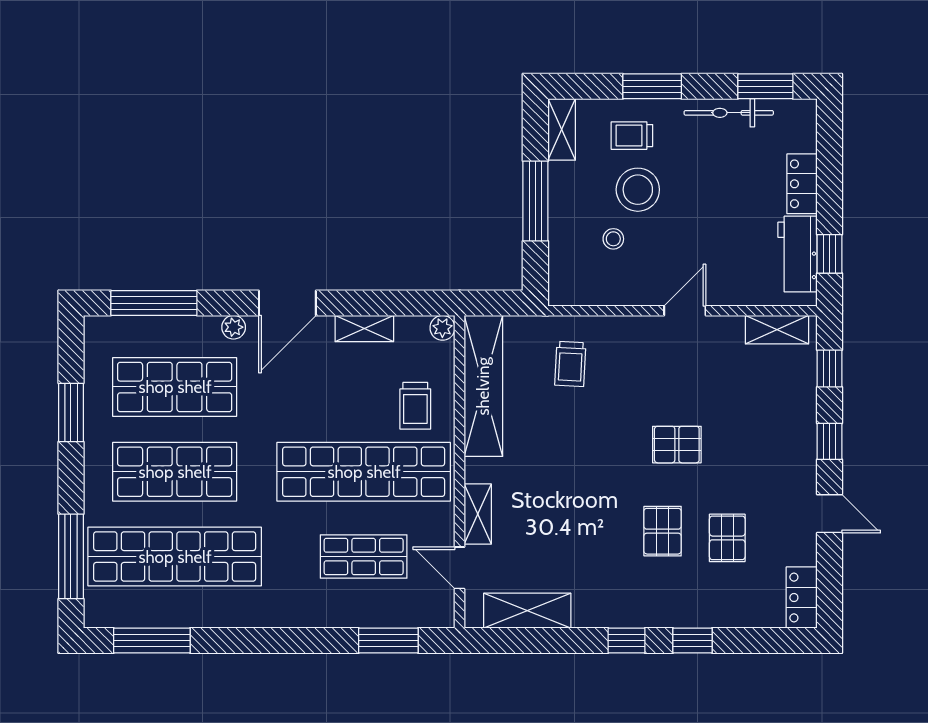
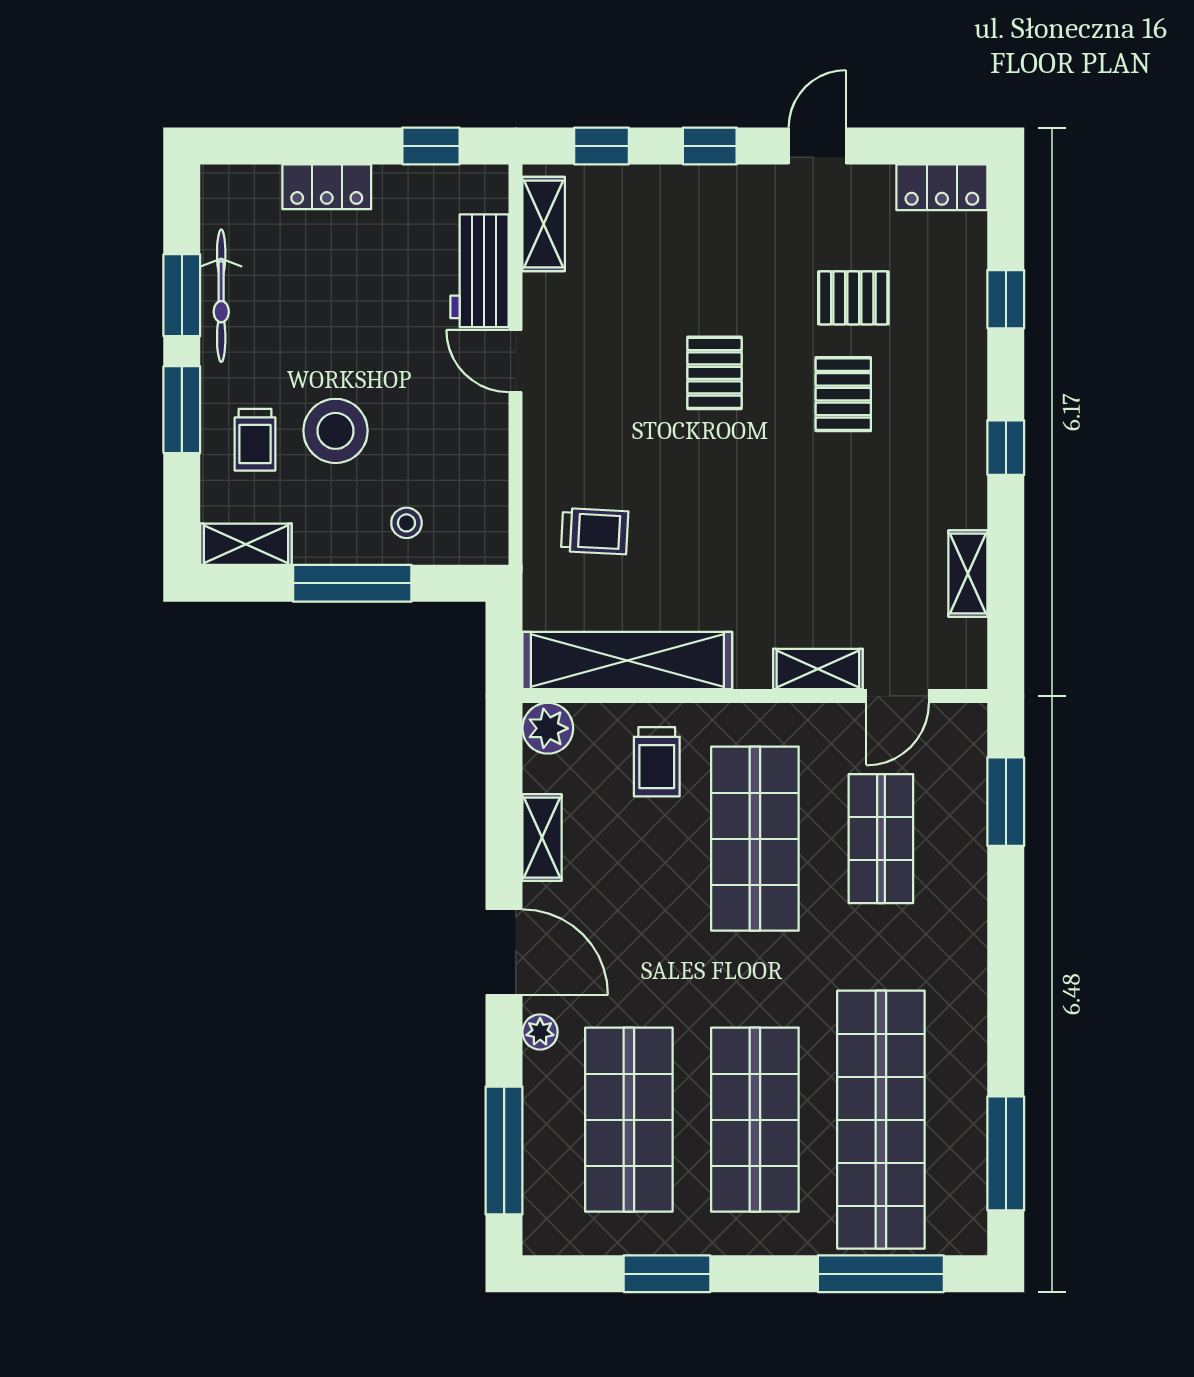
window: (765, 86) -> (182, 295), moved
stool: (613, 239) -> (406, 523), moved
workbench: (798, 254) -> (480, 271), moved, turned 90
plant: (442, 328) -> (548, 728), width x1.38, depth x1.38
trolley: (415, 406) -> (657, 762), turned 90
shop shelf: (364, 472) -> (755, 839), width x0.71
pallet: (663, 531) -> (843, 394), turned 90
shelving: (527, 611) -> (968, 574), width x0.67, depth x0.75
window: (693, 640) -> (1006, 299), moved

